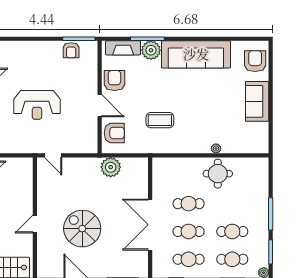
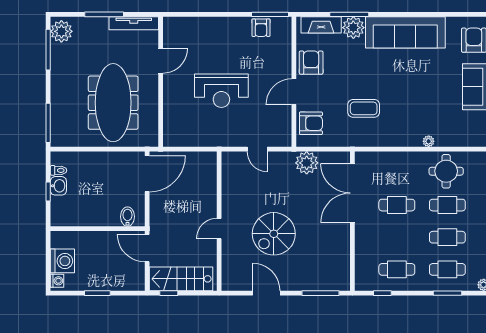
door: (100, 106) -> (294, 92), swing flipped
door: (53, 155) -> (257, 149), moved
round table: (218, 174) -> (446, 171), moved
double door: (150, 225) -> (352, 193), moved
spiral stairs: (82, 229) -> (274, 234), turned -90
cafe table: (189, 231) -> (447, 205), moved

